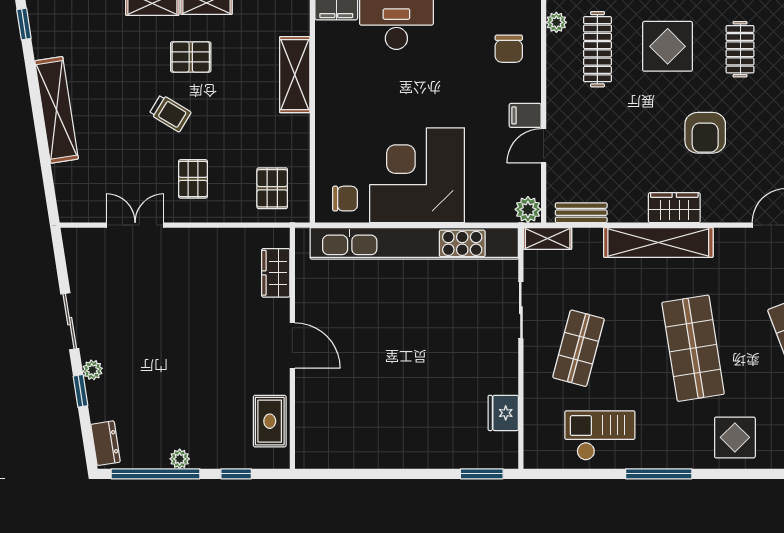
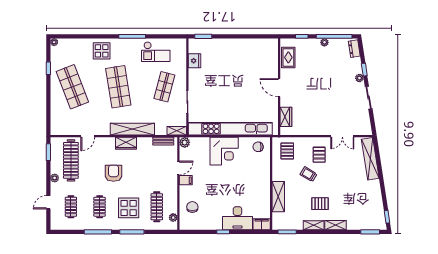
shelving: (57, 110) -> (370, 159), moved
trolley: (170, 113) -> (309, 174), moved
corner desk: (417, 175) -> (224, 151), width x0.74, depth x0.74

